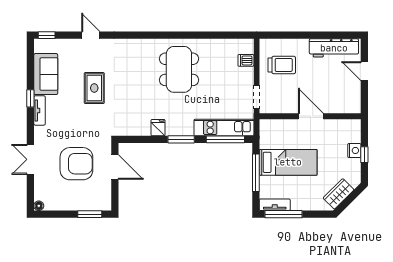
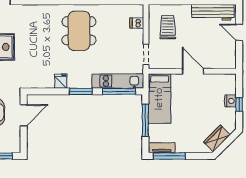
trolley: (282, 65) -> (168, 27), turned -90
bed: (288, 162) -> (160, 99), moved, turned 90
door: (115, 167) -> (24, 115), hinge flipped

